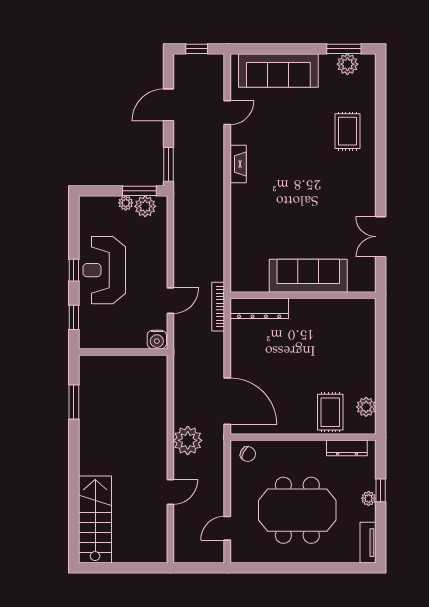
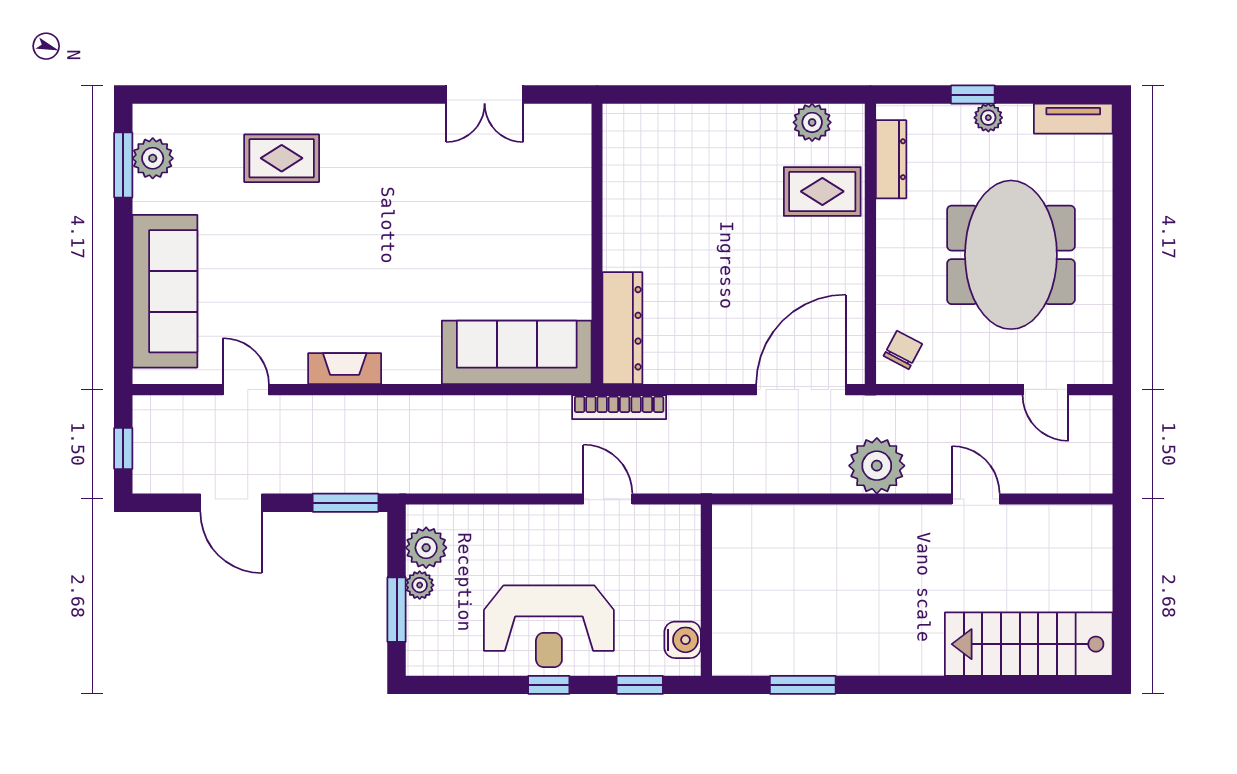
window: (139, 191) -> (397, 610), moved
sofa: (308, 276) -> (517, 352), moved, turned 90
water cooler: (157, 340) -> (683, 640), moved

